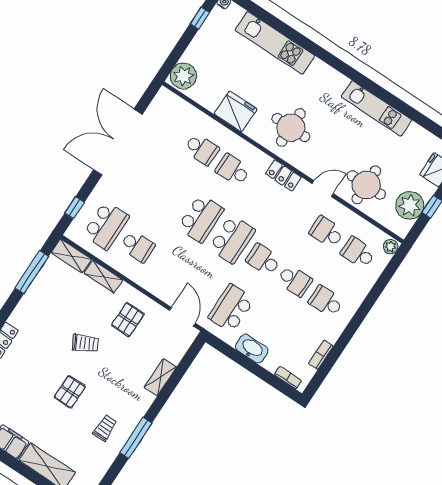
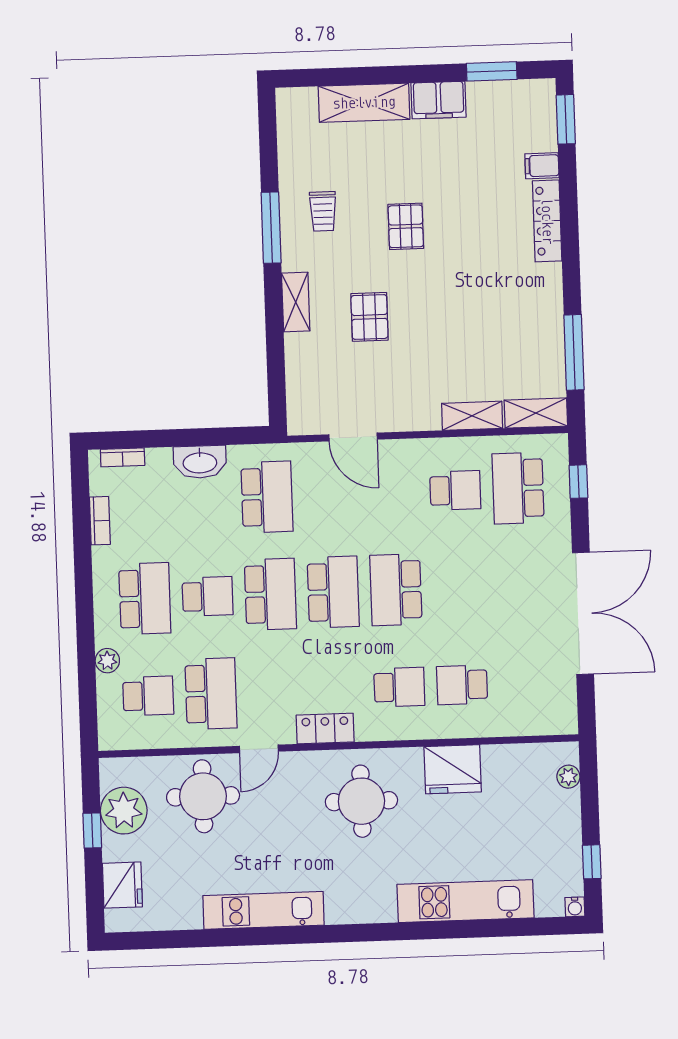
plant: (183, 76) -> (568, 777), width x0.53, depth x0.53
school desk: (327, 232) -> (211, 694), width x1.85
school desk: (232, 239) -> (333, 592), turned 180
school desk: (137, 246) -> (455, 490), turned 180
plant: (391, 247) -> (107, 661), moved
school desk: (263, 260) -> (270, 594), width x1.85
school desk: (295, 281) -> (208, 596), turned 180
school desk: (326, 301) -> (145, 599), width x1.85
door: (182, 317) -> (353, 437), moved
pallet: (128, 320) -> (369, 317), moved
trolley: (85, 343) -> (432, 308), removed
shelving: (160, 377) -> (296, 302), moved

